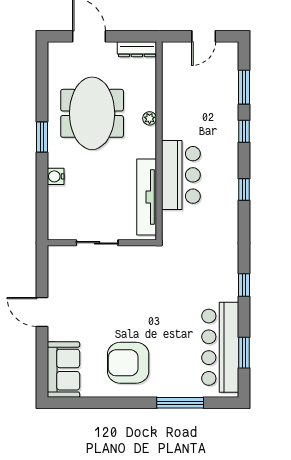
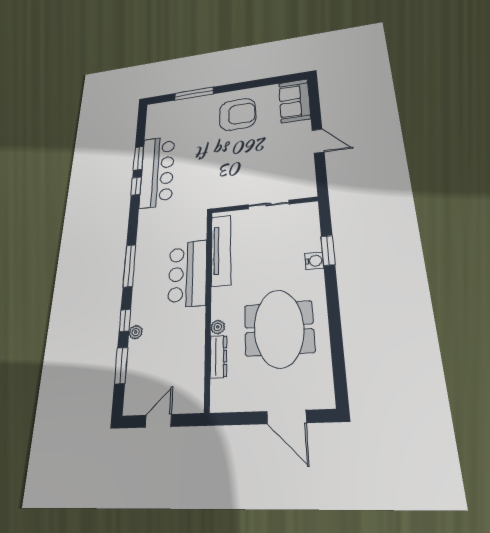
dresser: (137, 49) -> (218, 356), moved, turned 90
plant: (232, 119) -> (136, 332), added
window: (42, 137) -> (328, 250), moved
window: (244, 189) -> (129, 266), width x2.17
bar counter: (220, 347) -> (157, 171), moved
window: (244, 353) -> (139, 158), moved

